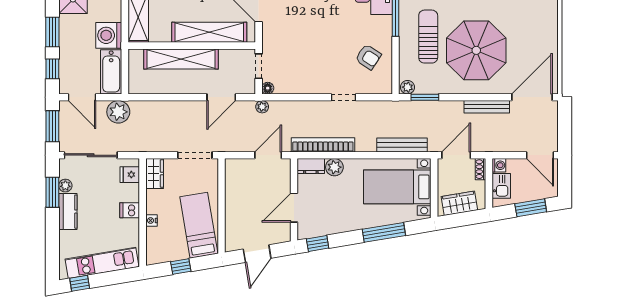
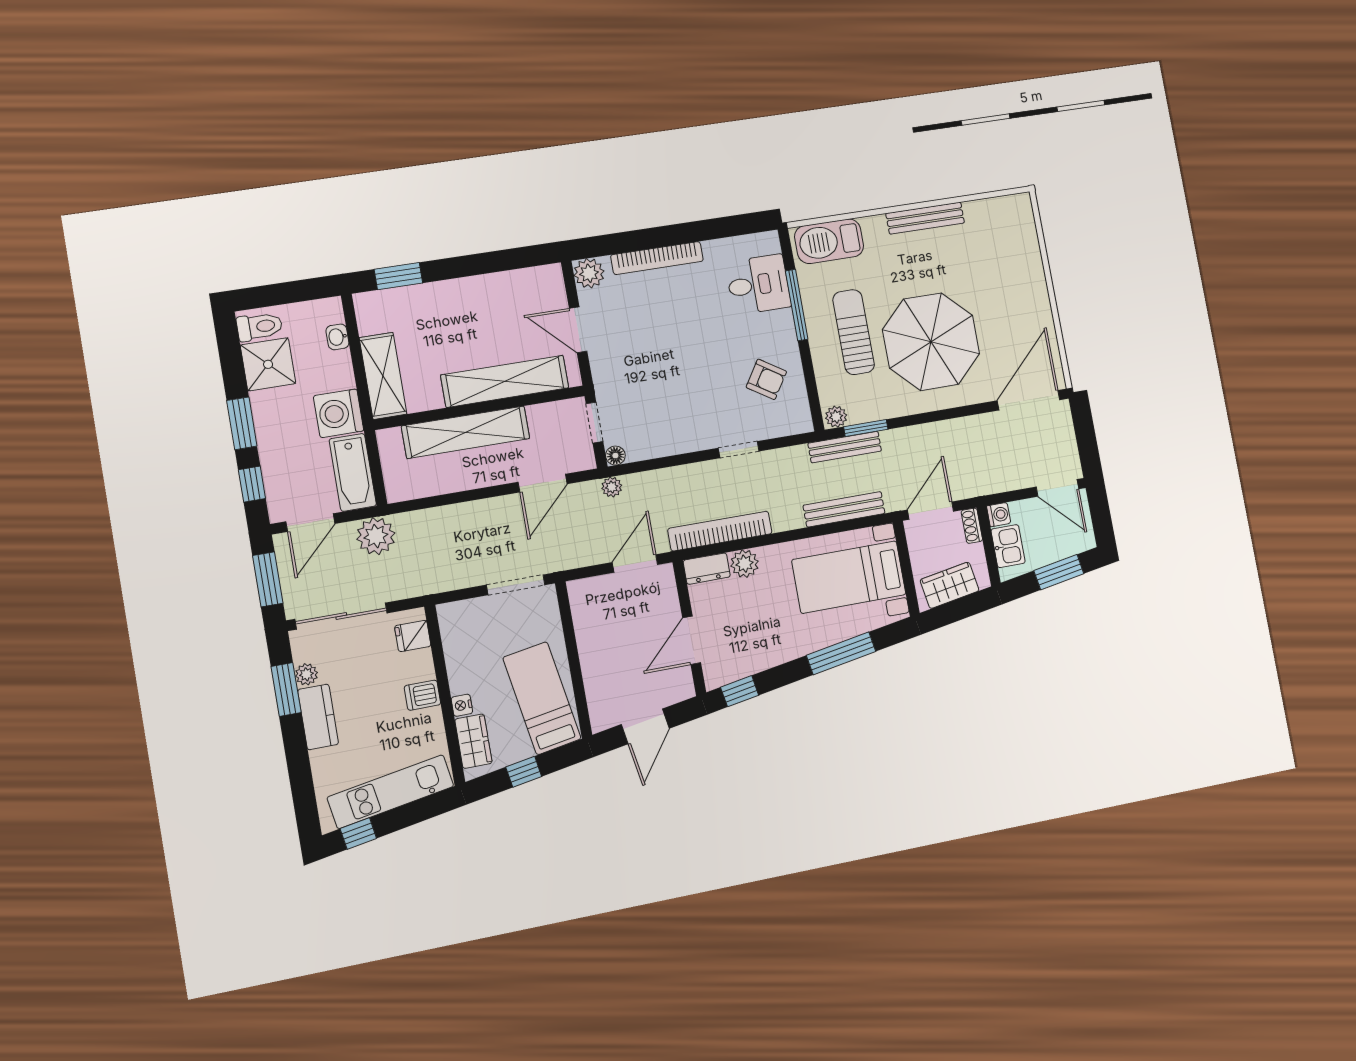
door: (82, 97) -> (310, 523), hinge flipped
bench: (487, 107) -> (845, 447), moved
wardrobe: (155, 174) -> (473, 741), moved

